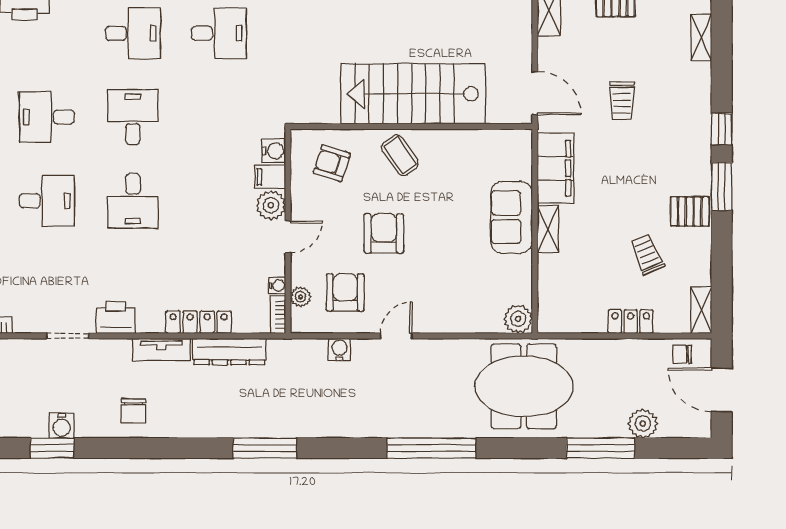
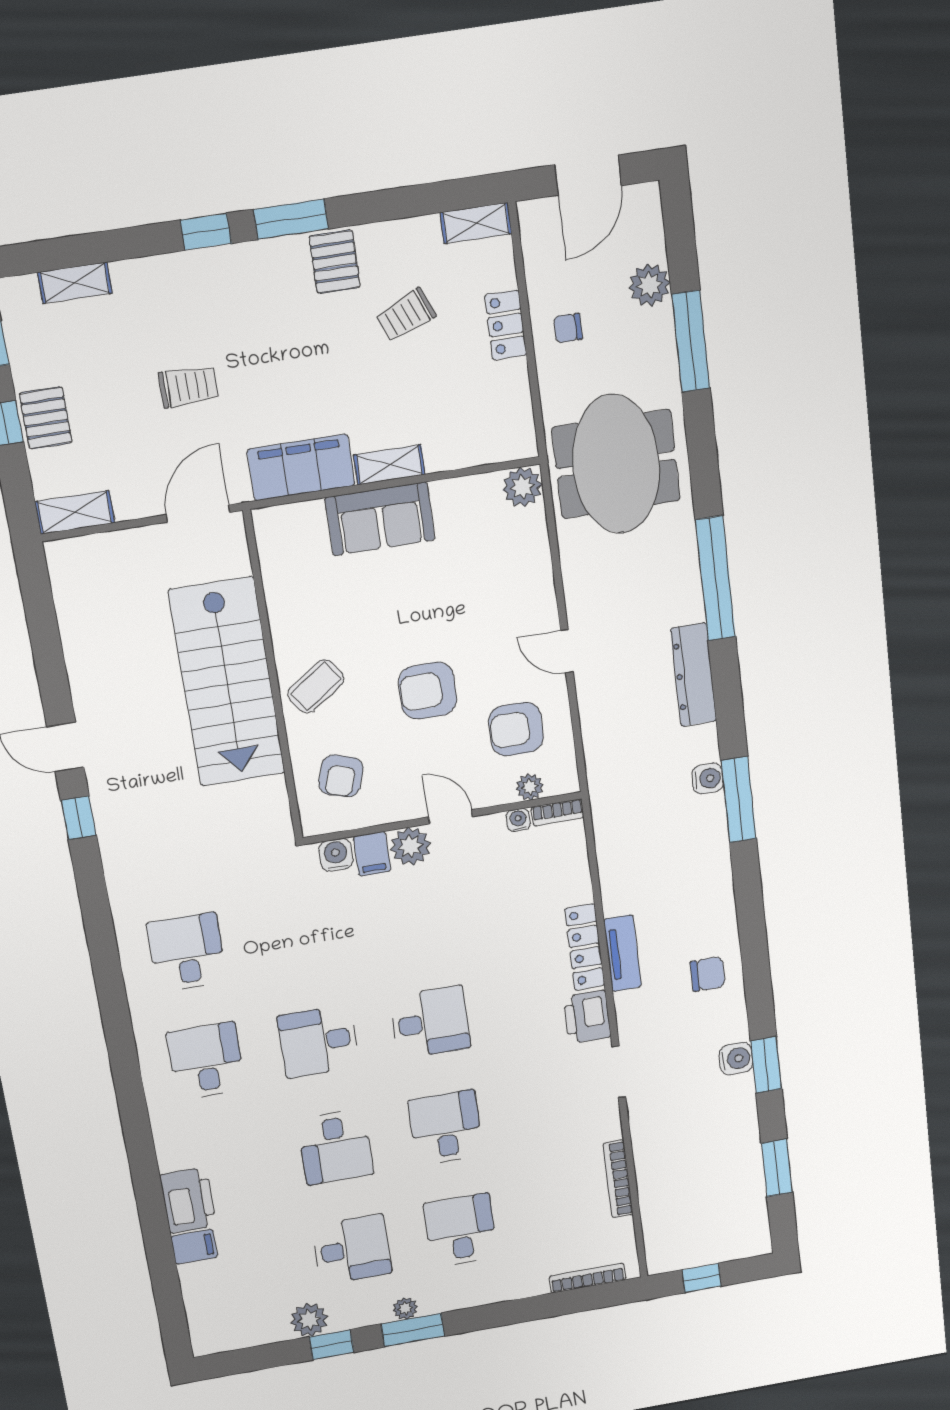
locker: (199, 322) -> (585, 947), moved
water cooler: (339, 349) -> (708, 779), moved, turned 180
dresser: (229, 352) -> (694, 675), moved, turned 180
chair: (682, 354) -> (568, 328), moved, turned 90

